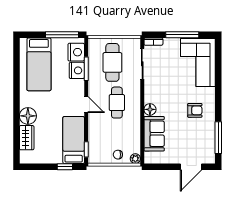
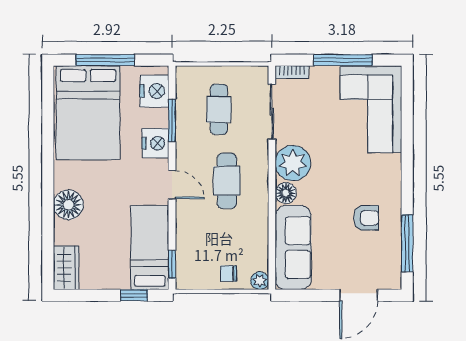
window: (62, 35) -> (105, 60), moved
cafe table: (112, 62) -> (219, 109), width x0.73, depth x0.74
bed: (39, 64) -> (88, 113), width x1.50
nightstand: (77, 70) -> (155, 143), moved
plant: (154, 93) -> (293, 163), added
armchair: (195, 110) -> (366, 218), moved
sofa: (154, 134) -> (293, 248), width x1.36
wardrobe: (27, 138) -> (66, 268), moved

